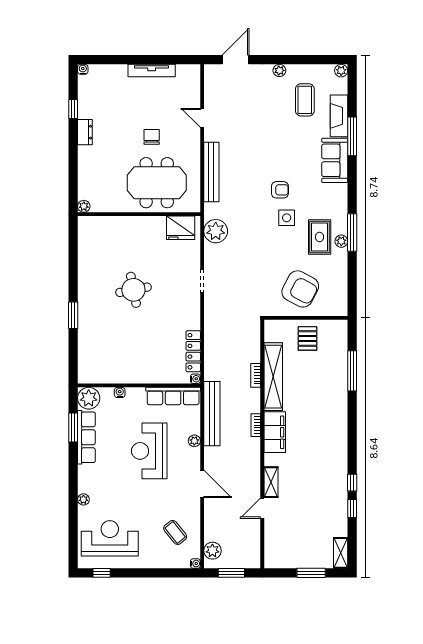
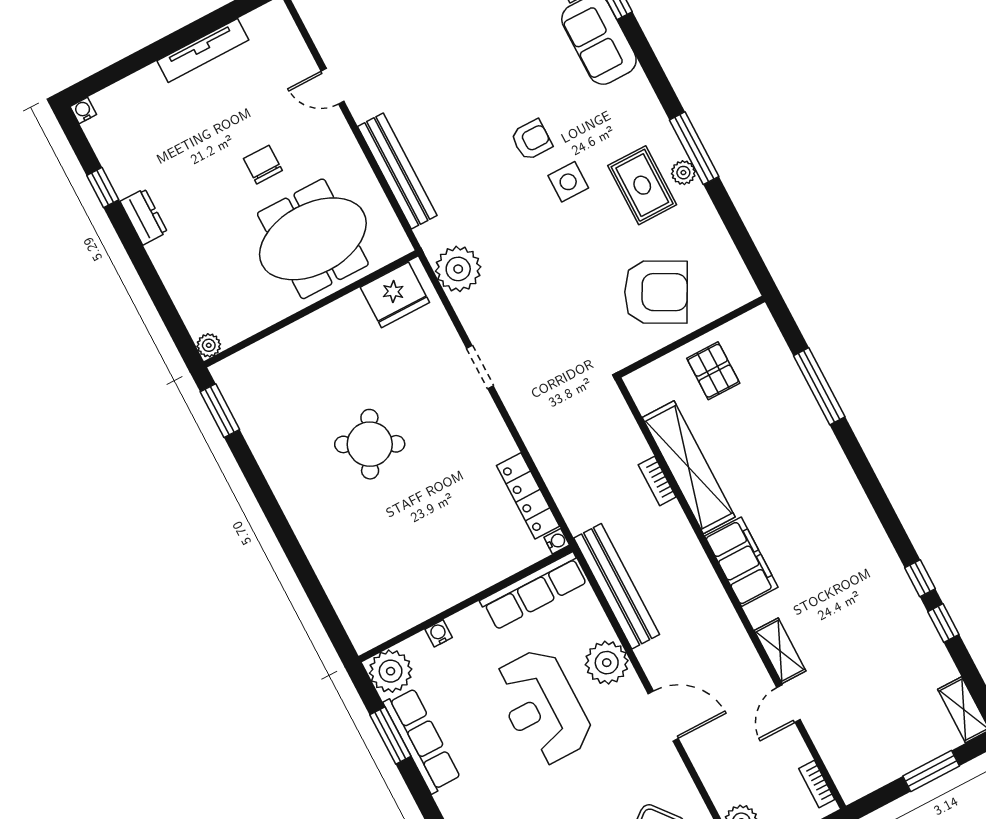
round table: (133, 290) -> (370, 444), turned 38
window: (73, 315) -> (220, 411), moved
bookcase: (256, 425) -> (817, 784), moved
plant: (194, 441) -> (607, 663), width x1.87, depth x1.87

